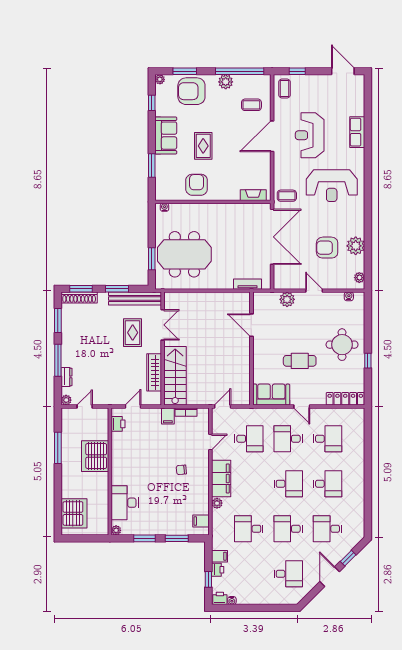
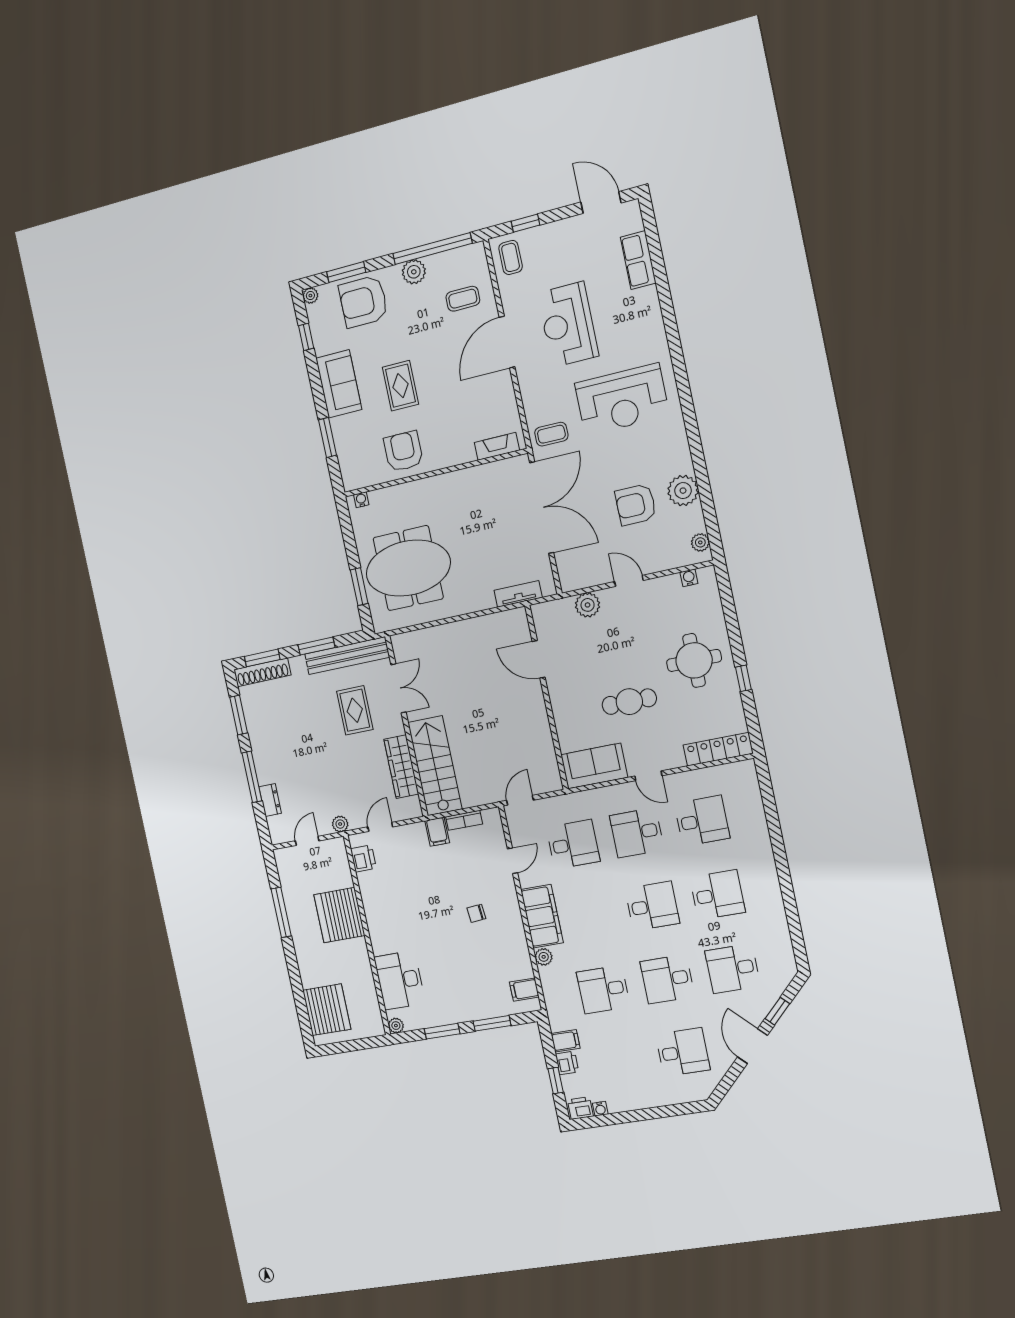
row of seats: (357, 132) -> (638, 260), moved
plant: (66, 400) -> (340, 824), moved

